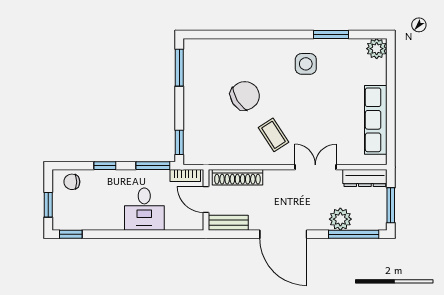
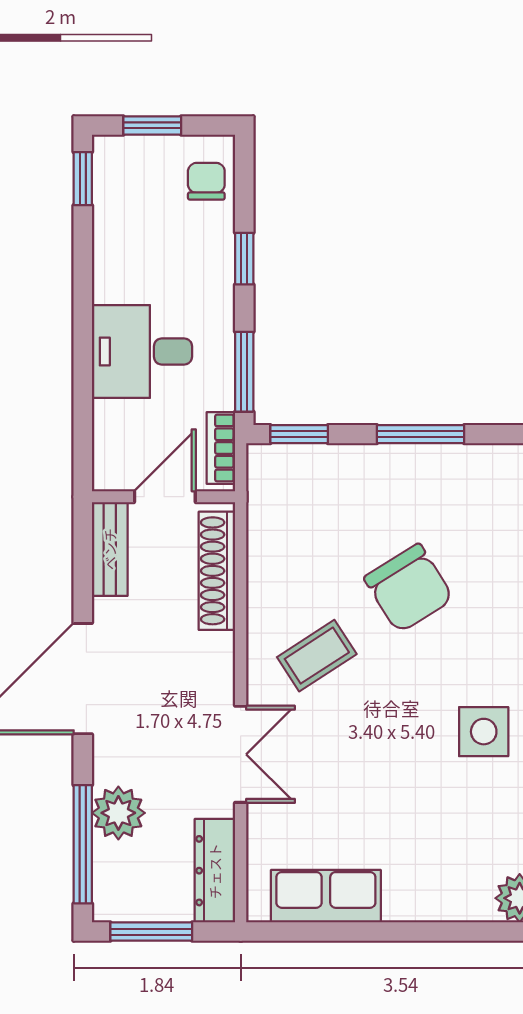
window: (179, 68) -> (420, 434), moved
row of seats: (376, 120) -> (326, 896), width x0.68

